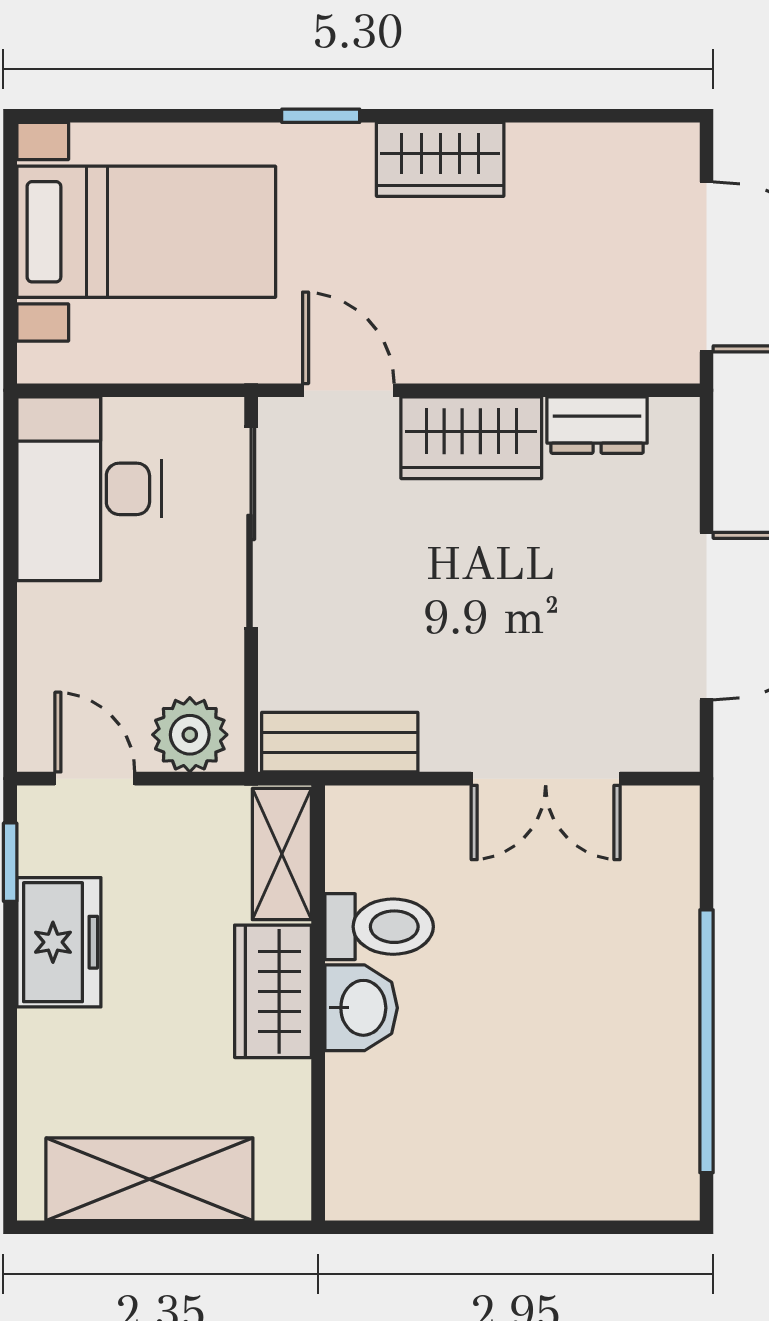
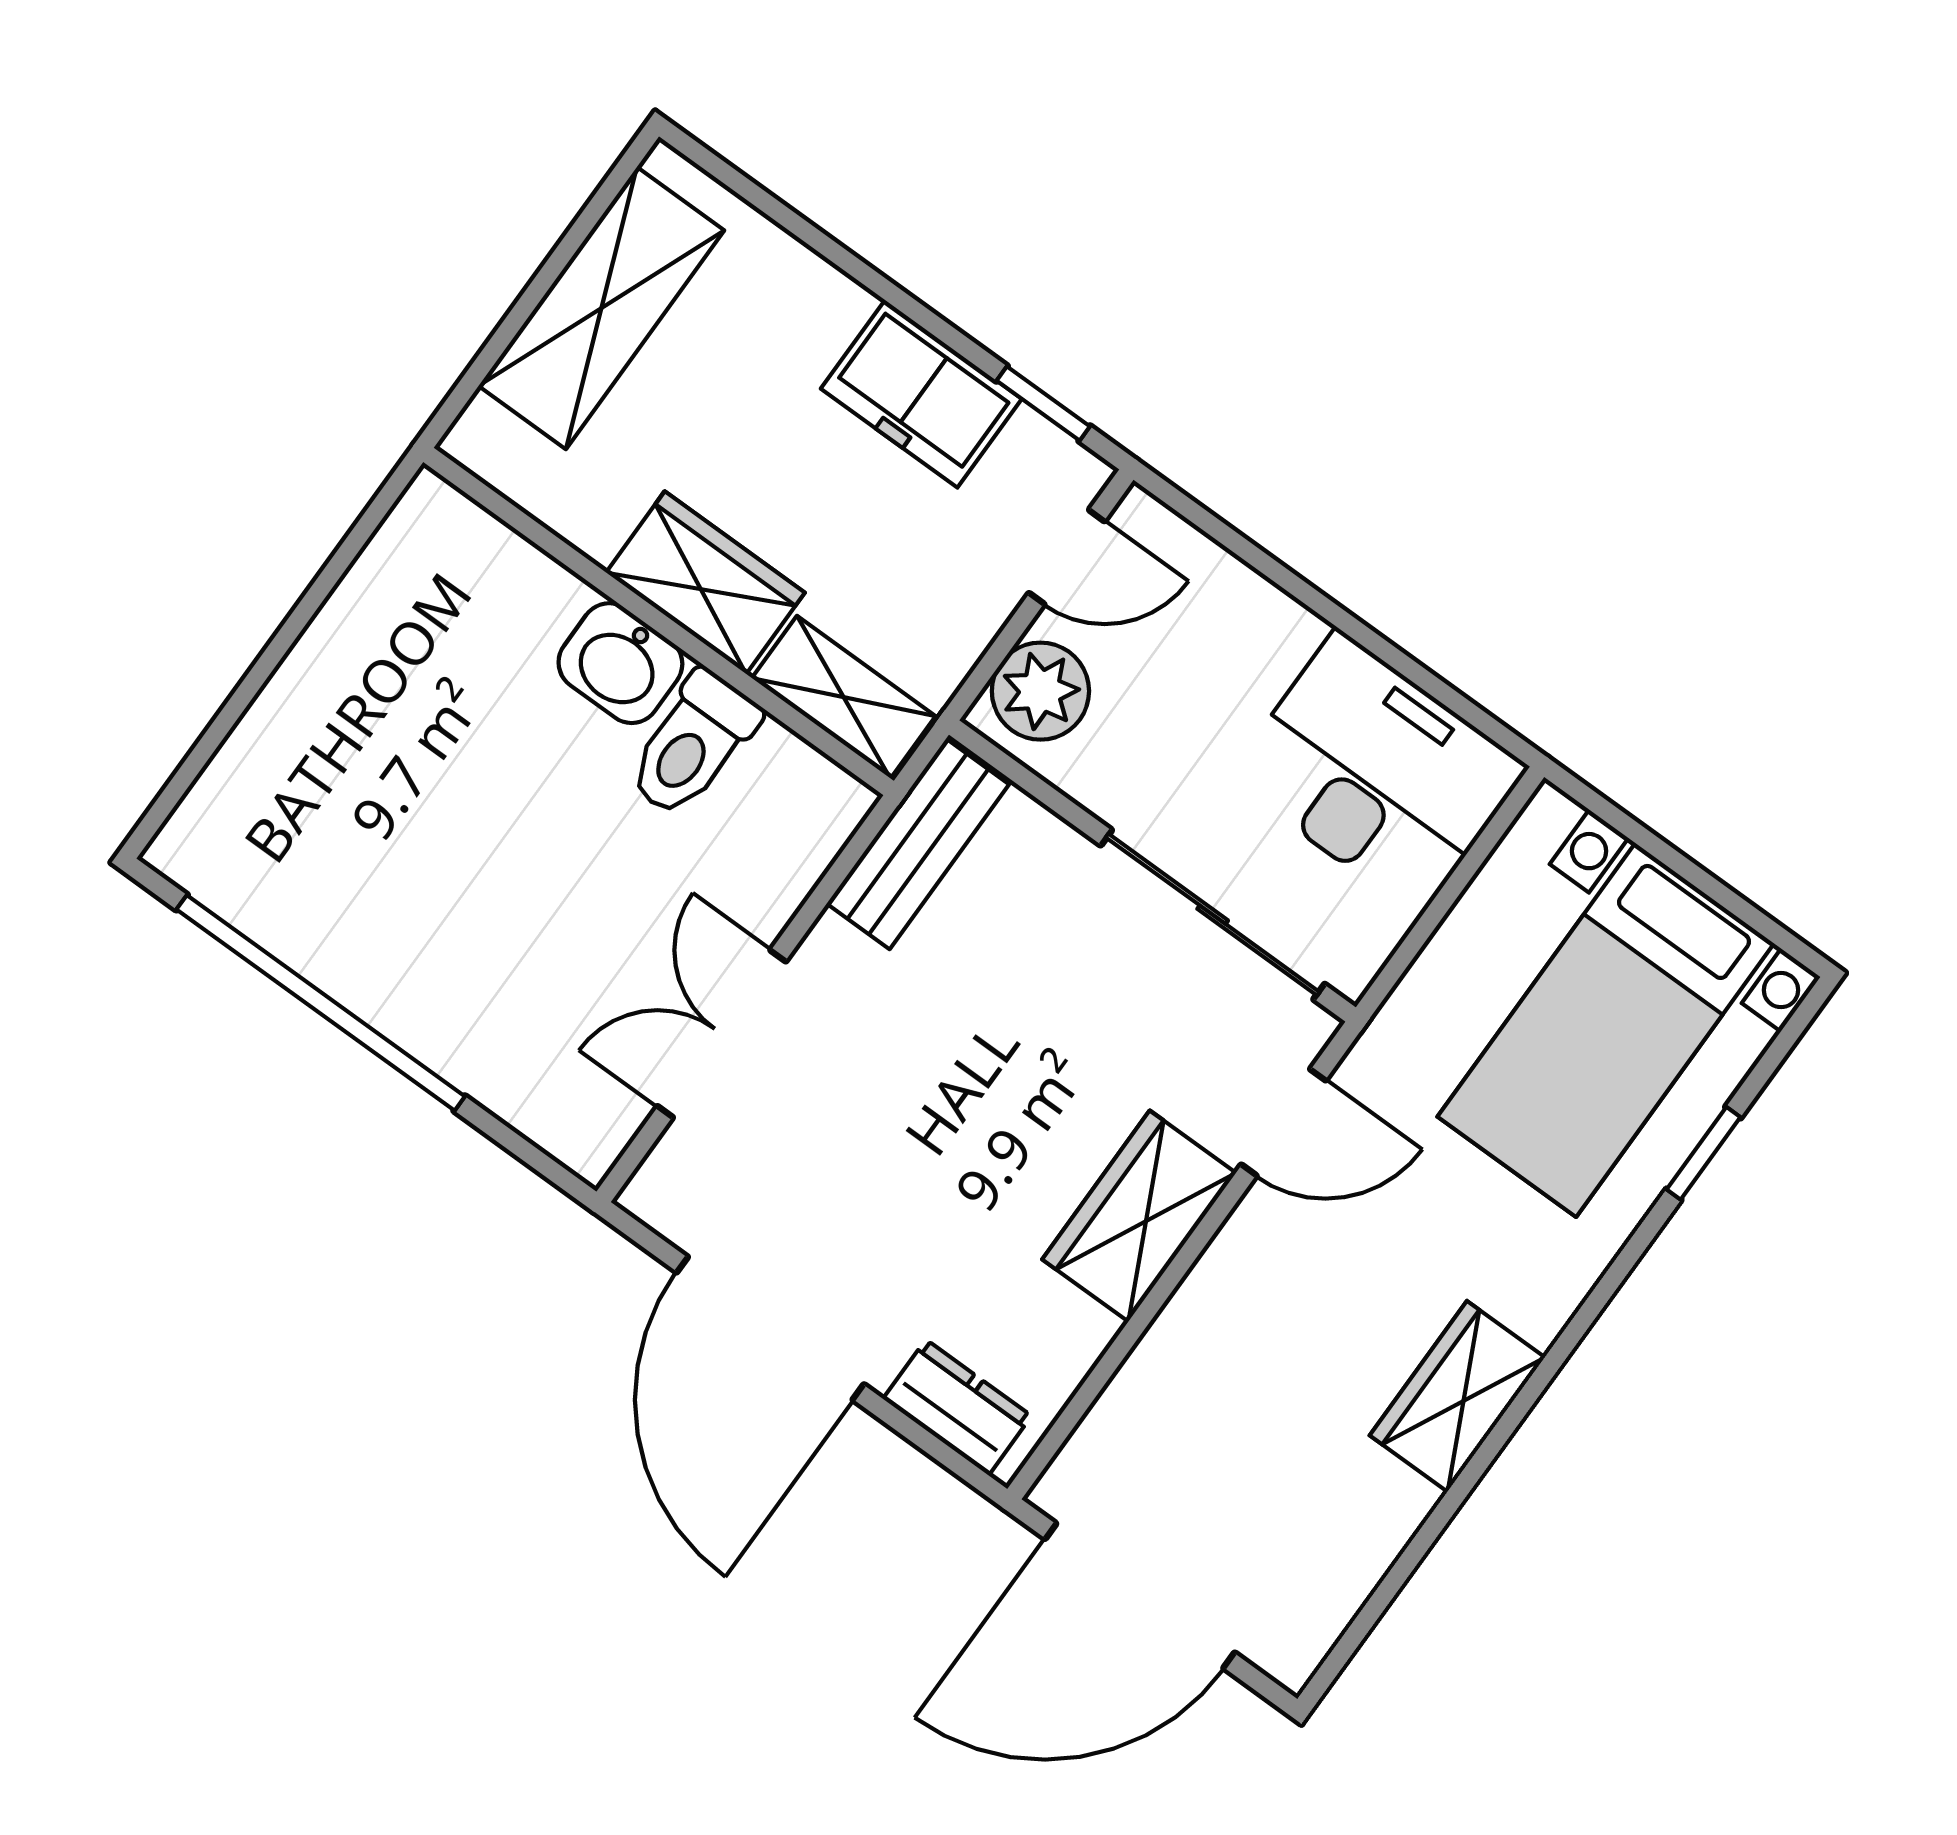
window: (321, 116) -> (1704, 1153), moved
dresser: (597, 425) -> (957, 1407), moved, turned 90

